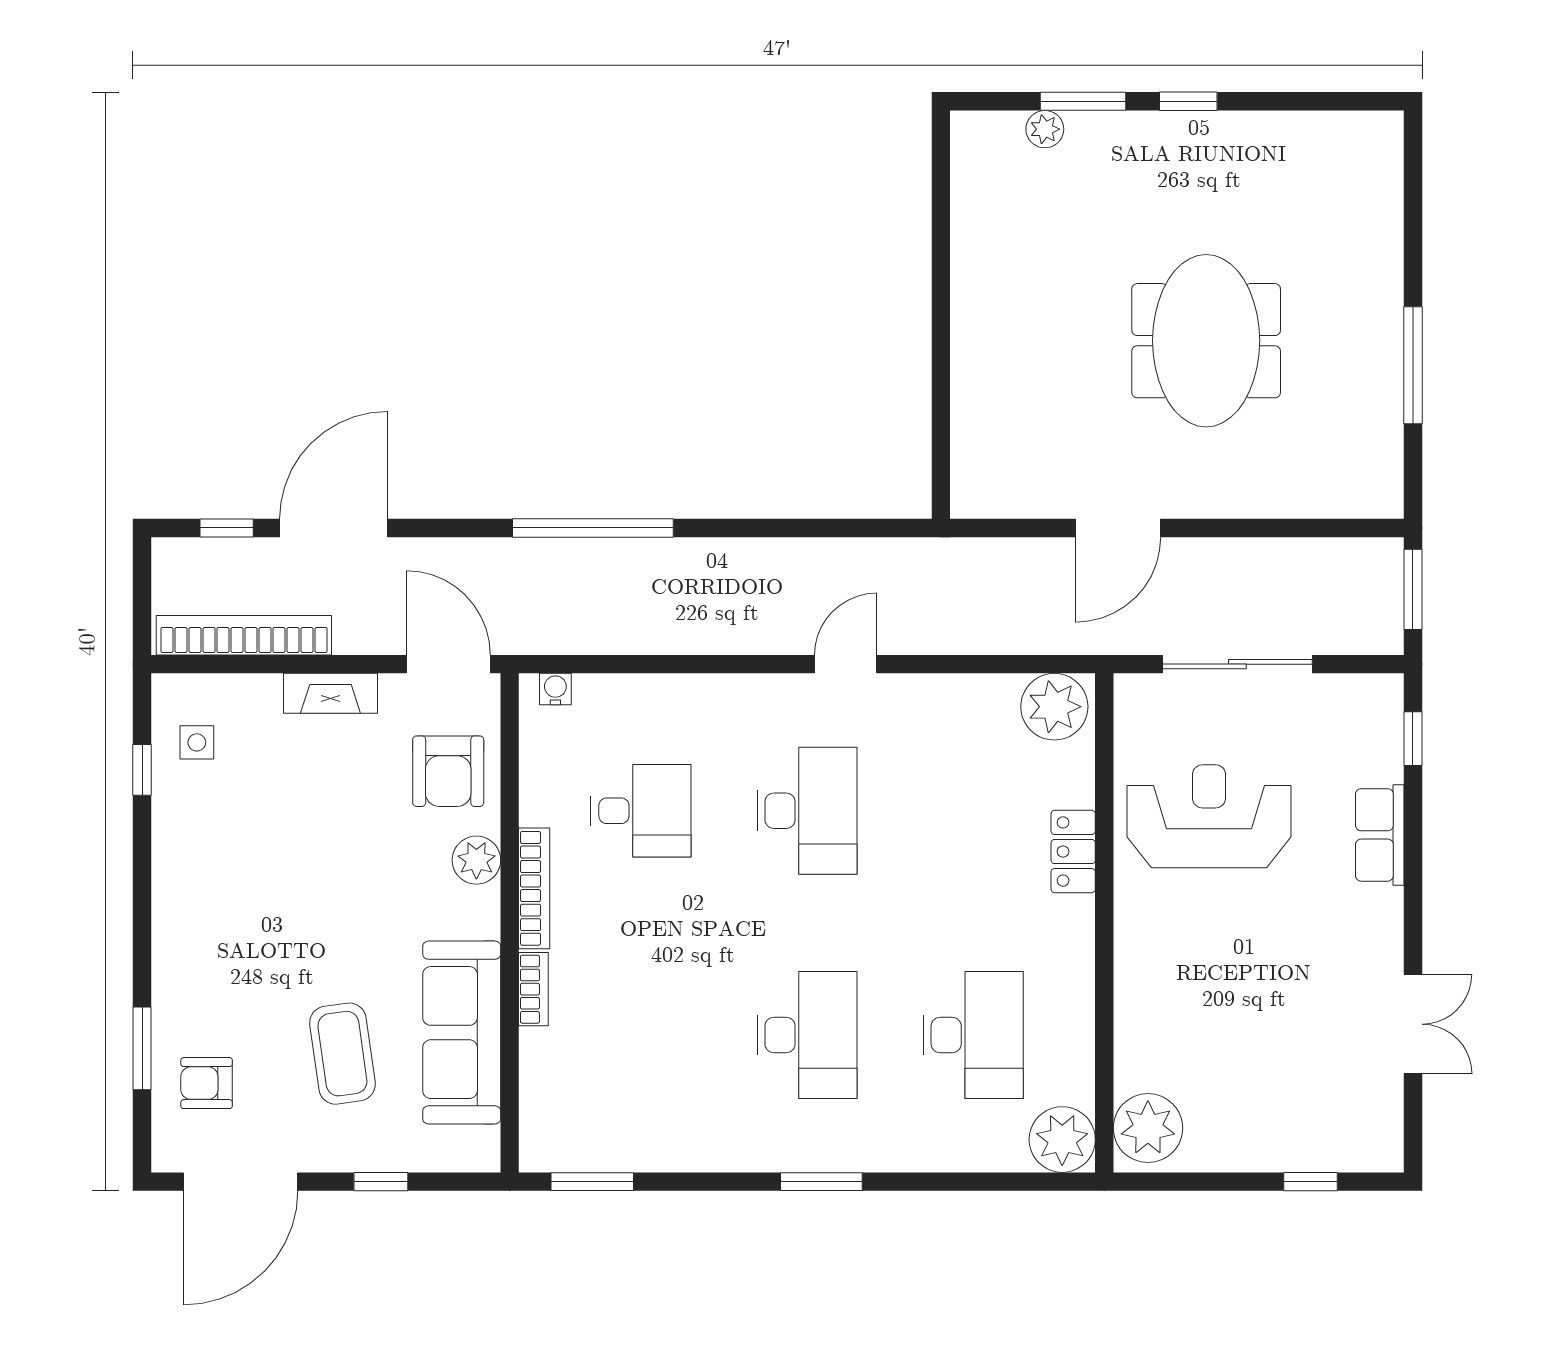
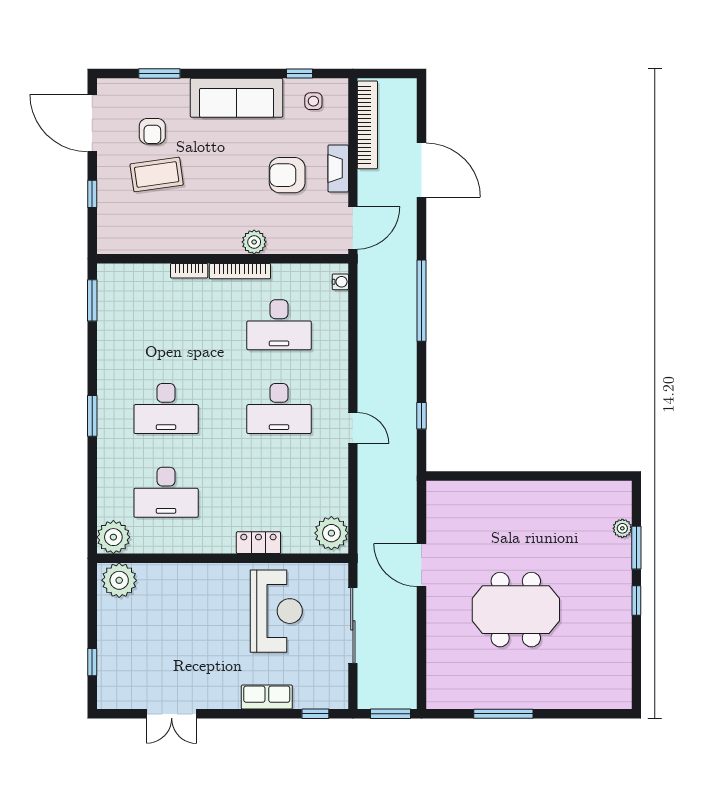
window: (227, 528) -> (421, 416), moved
armchair: (448, 771) -> (287, 175), moved
desk: (641, 811) -> (279, 325), width x1.37
sofa: (462, 1033) -> (237, 98), moved, turned 180
armchair: (207, 1083) -> (152, 131), moved, turned 180

